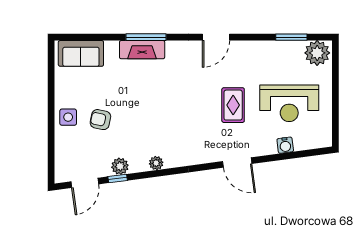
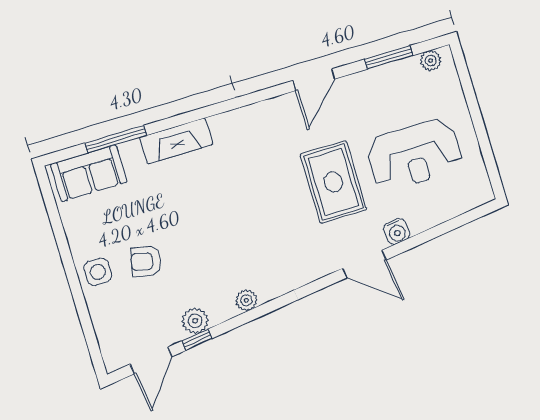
window: (146, 37) -> (116, 139), moved
door: (216, 37) -> (314, 80), moved
plant: (317, 53) -> (431, 61), width x0.53, depth x0.53
rug: (233, 105) -> (333, 182), width x1.36, depth x1.43
water cooler: (285, 145) -> (397, 231), moved

